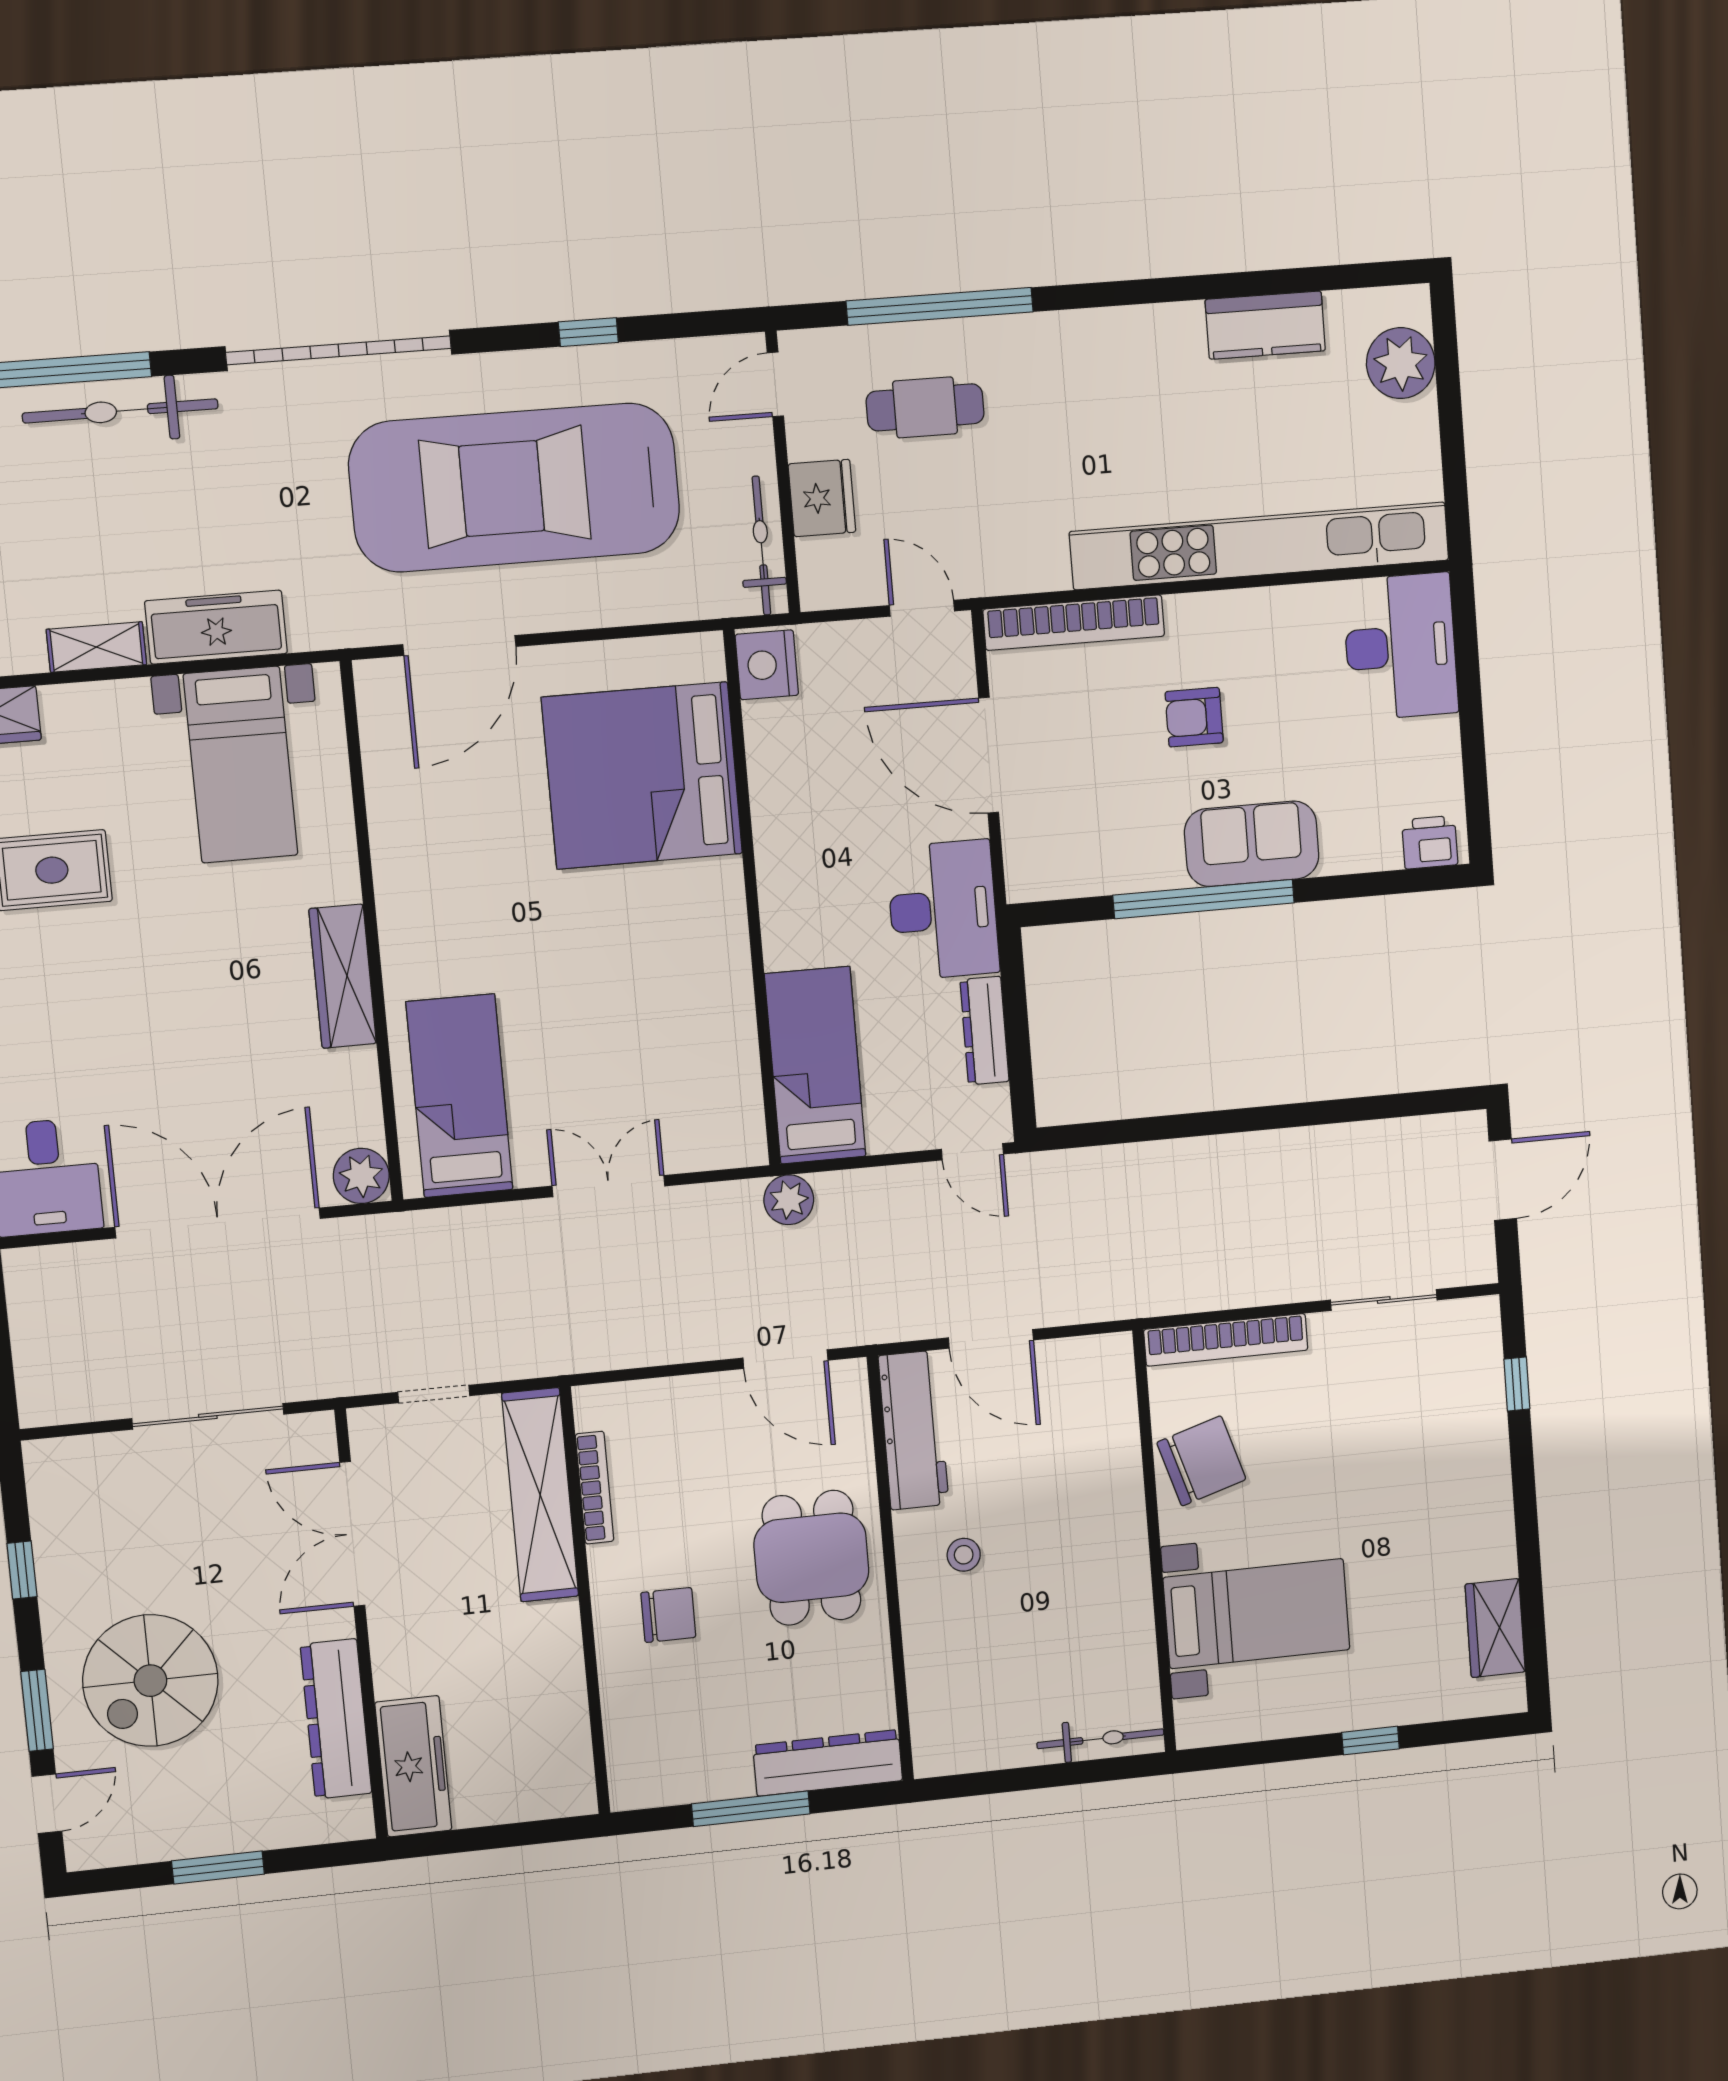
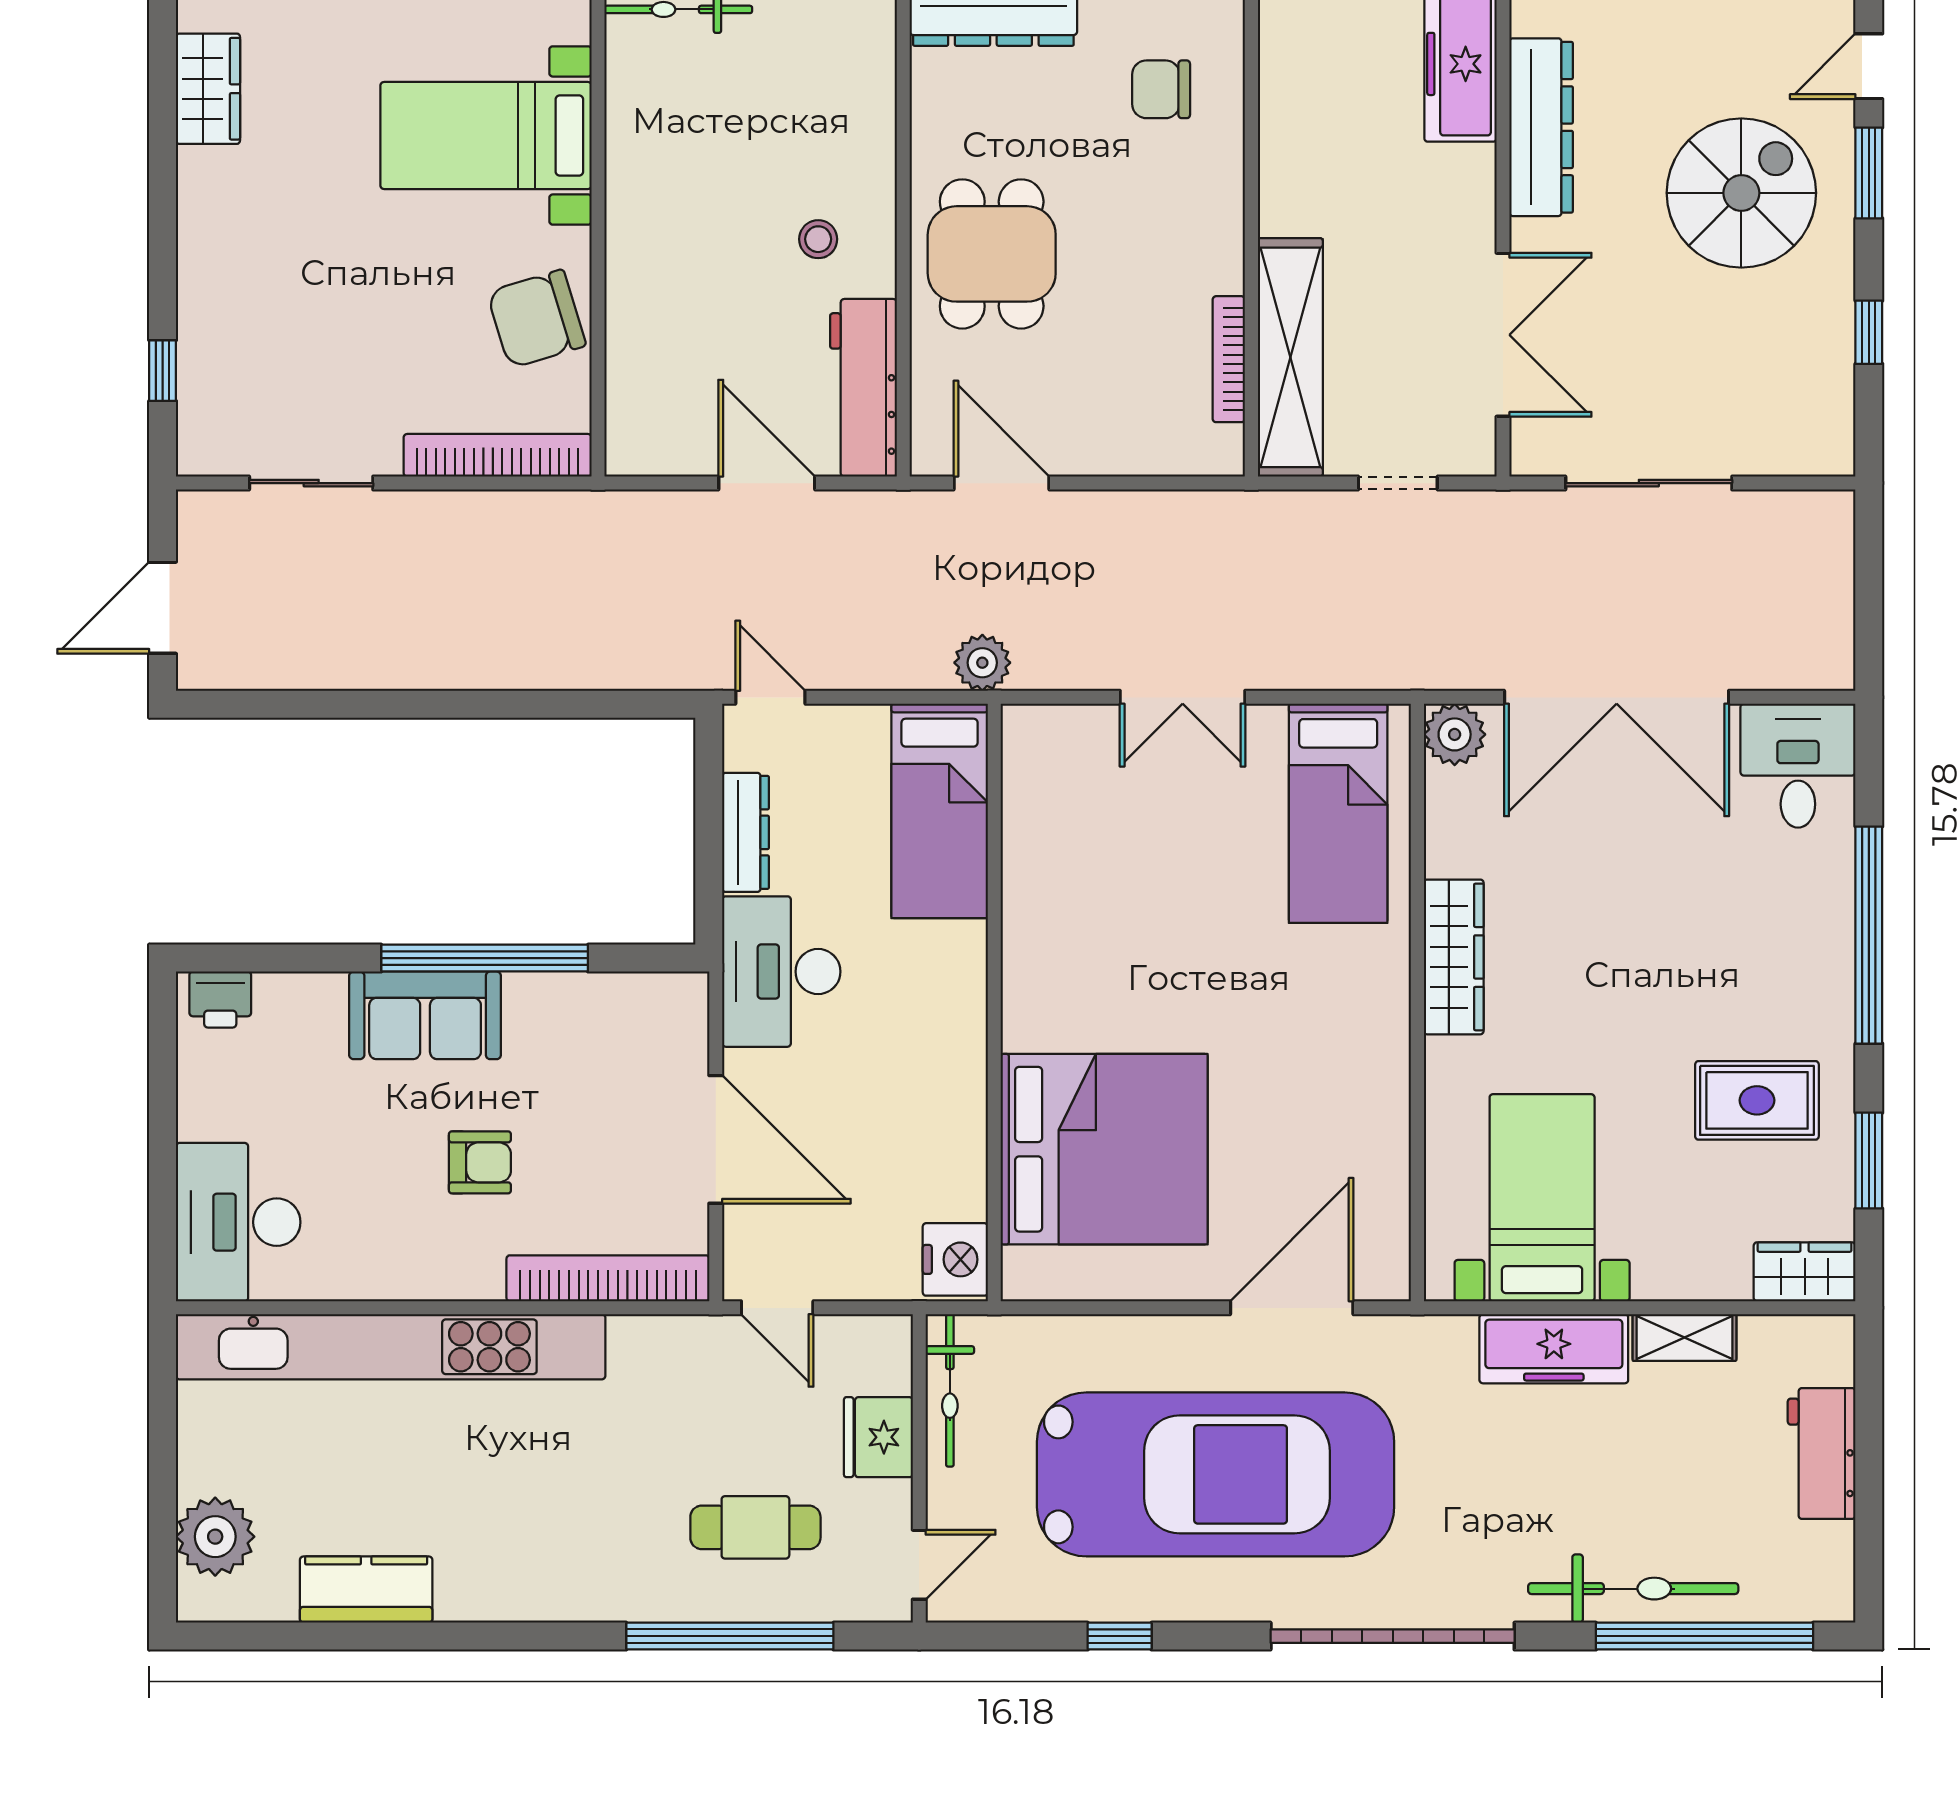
chair: (668, 1615) -> (1161, 89), moved

